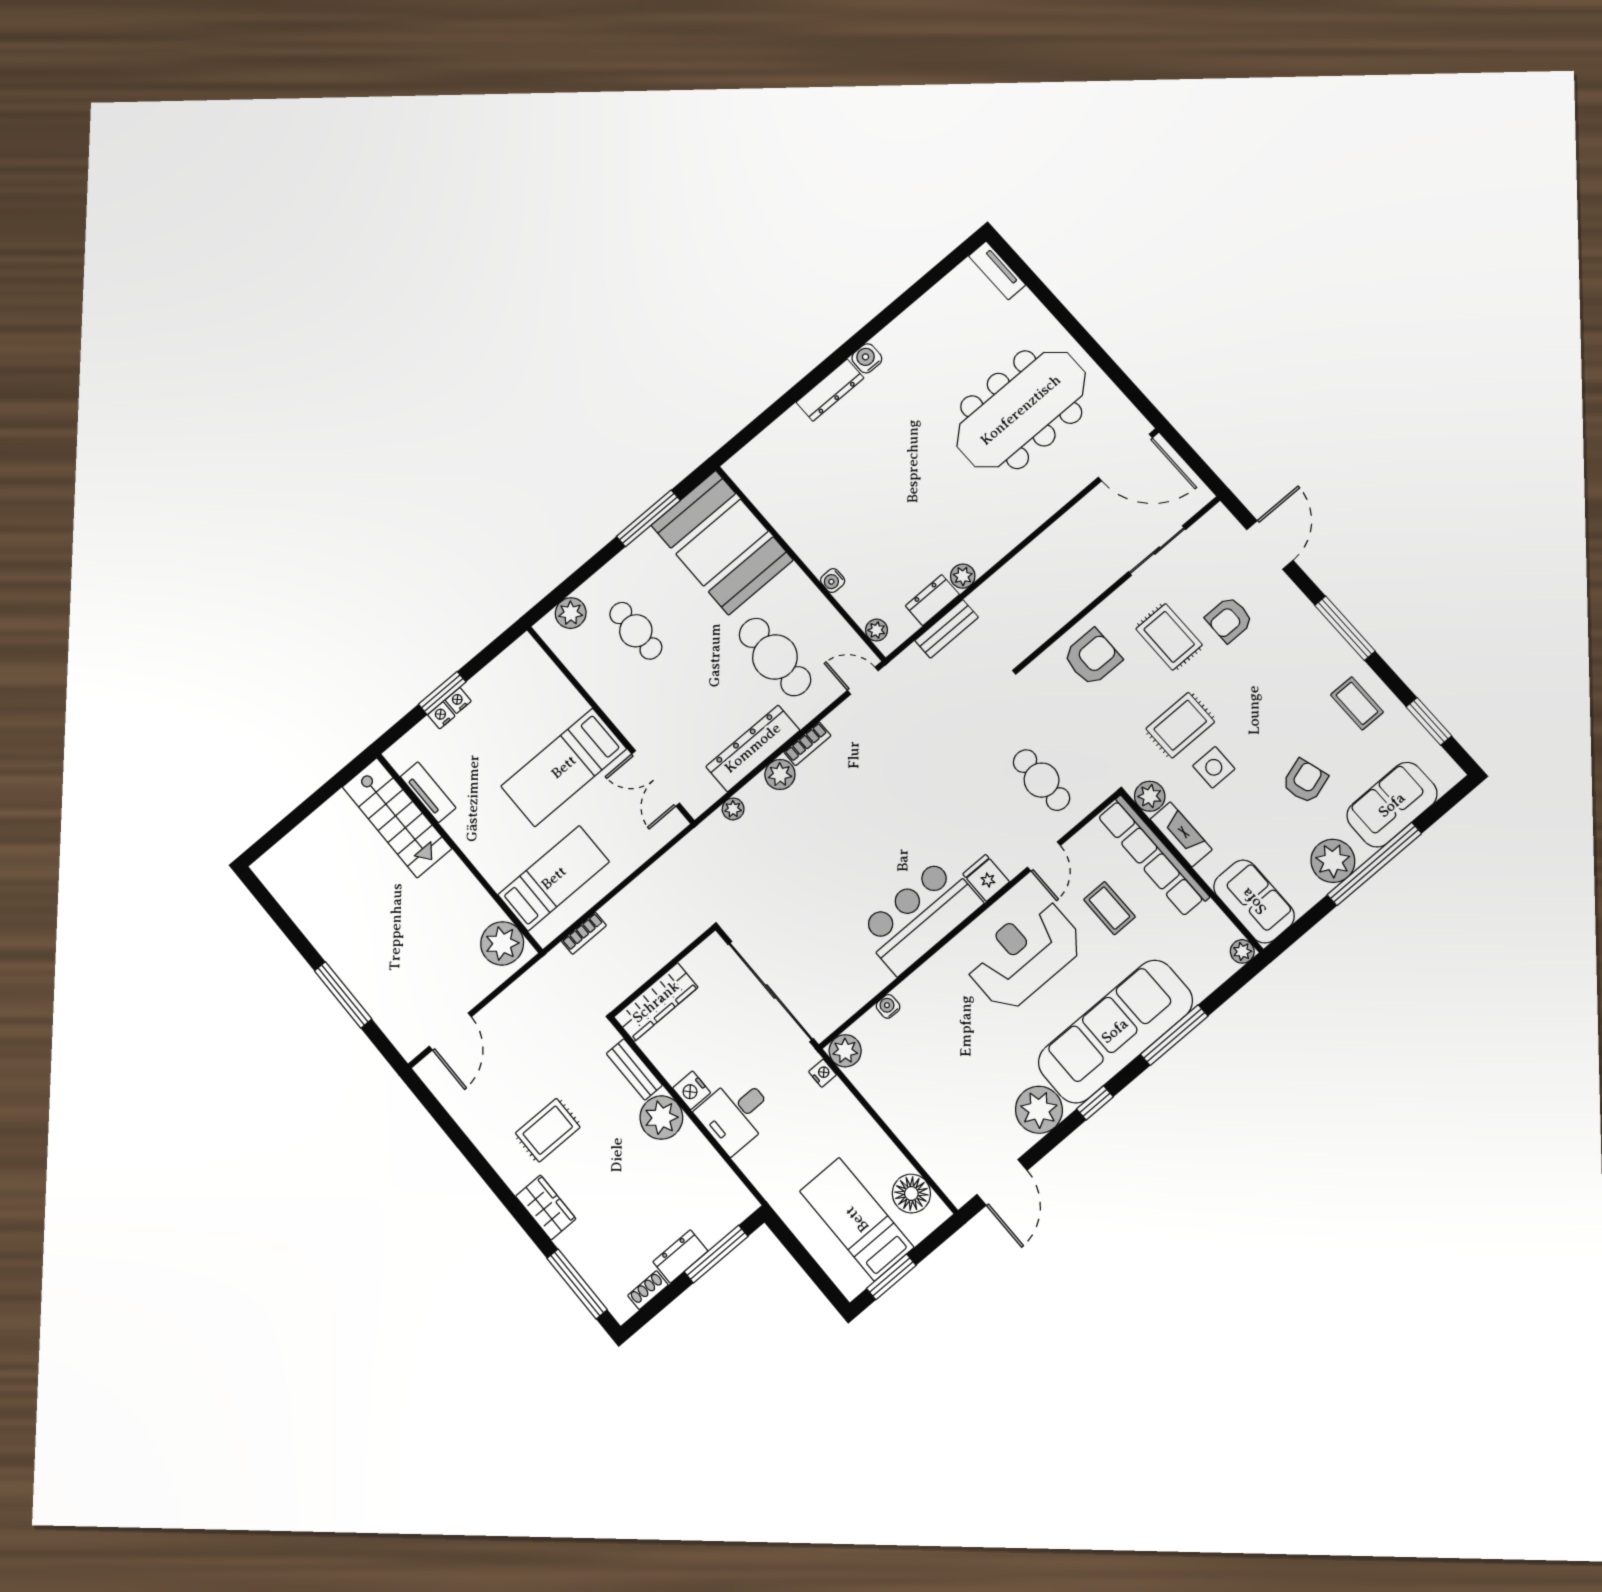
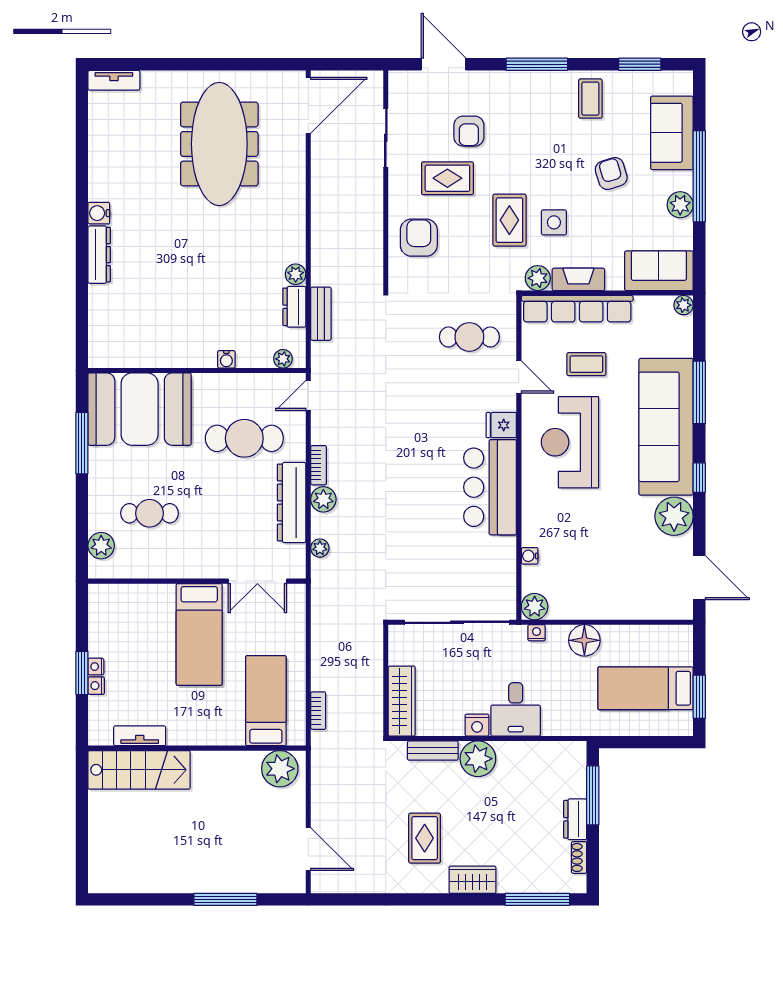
coffee table: (1357, 703) -> (590, 99), turned 90
plant: (1333, 861) -> (680, 205), width x0.73, depth x0.73
floor lamp: (911, 1193) -> (584, 640), moved

